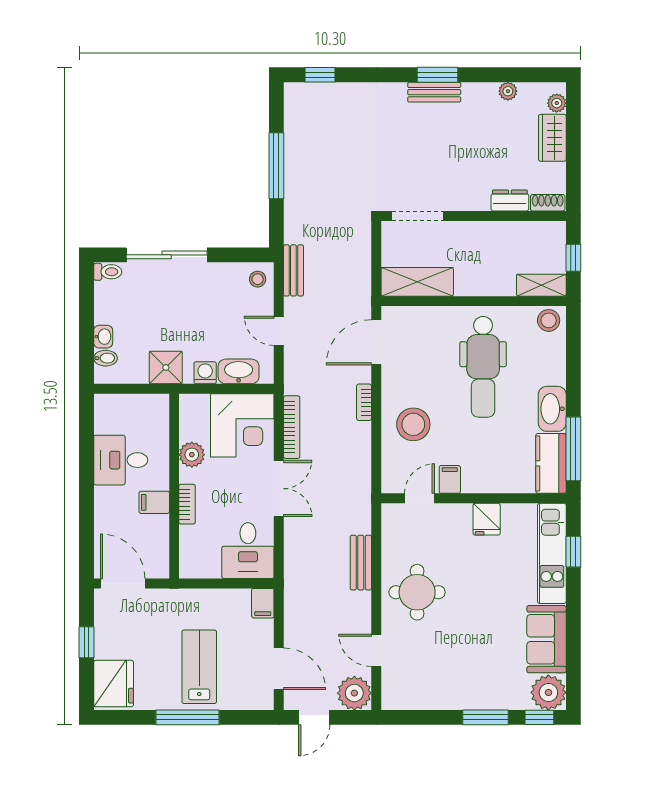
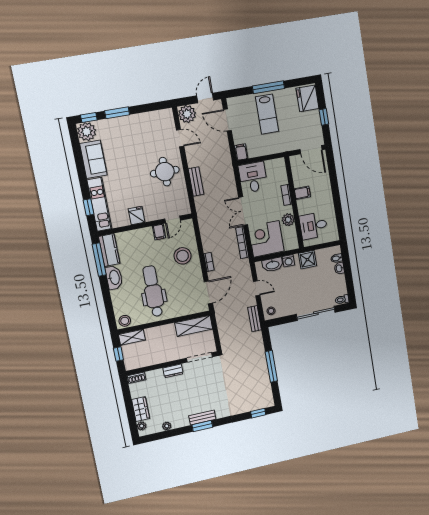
dresser: (510, 201) -> (173, 371), moved
desk: (121, 460) -> (314, 226), moved, turned 180

